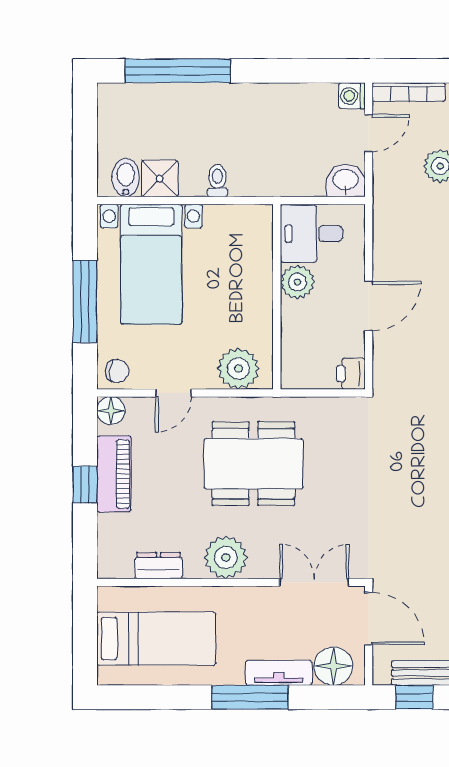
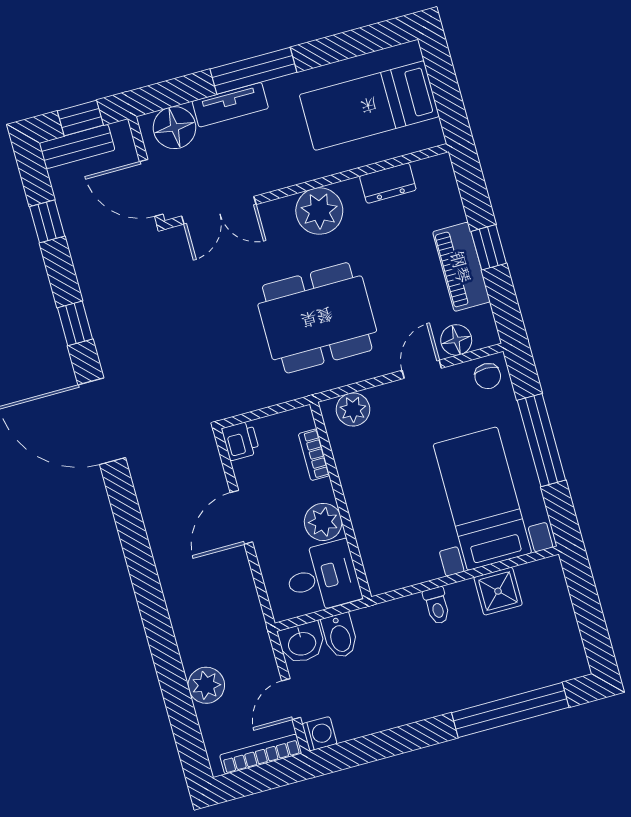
bidet: (126, 178) -> (340, 636), moved
bookcase: (289, 344) -> (314, 455), added
plant: (238, 369) -> (353, 409), width x0.73, depth x0.73
chair: (117, 371) -> (488, 376), turned -92
floor lamp: (111, 411) -> (456, 340), moved

